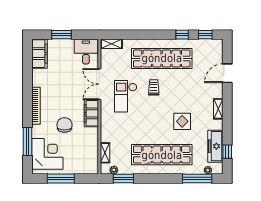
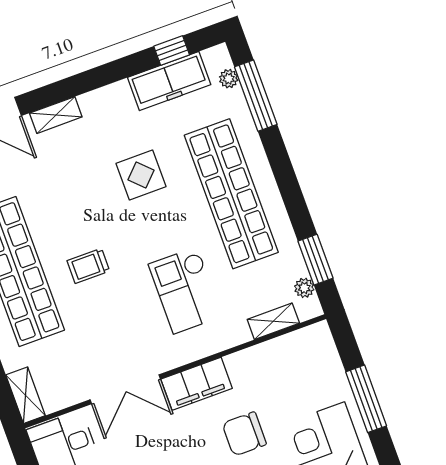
checkout: (126, 96) -> (185, 290), moved, turned 90
shelving: (218, 109) -> (56, 115), moved

